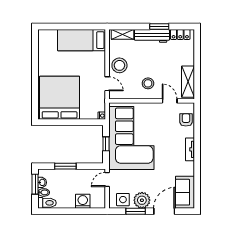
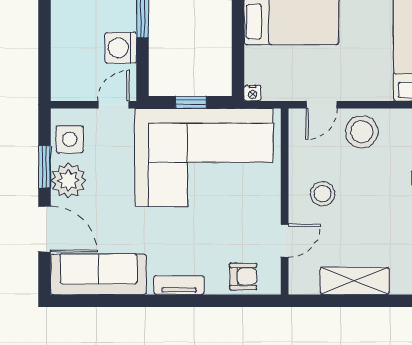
shelving: (188, 82) -> (355, 281), moved
door: (107, 179) -> (113, 105), hinge flipped
sofa: (185, 192) -> (99, 274), width x1.36
washing machine: (83, 201) -> (121, 48), moved, turned 180

